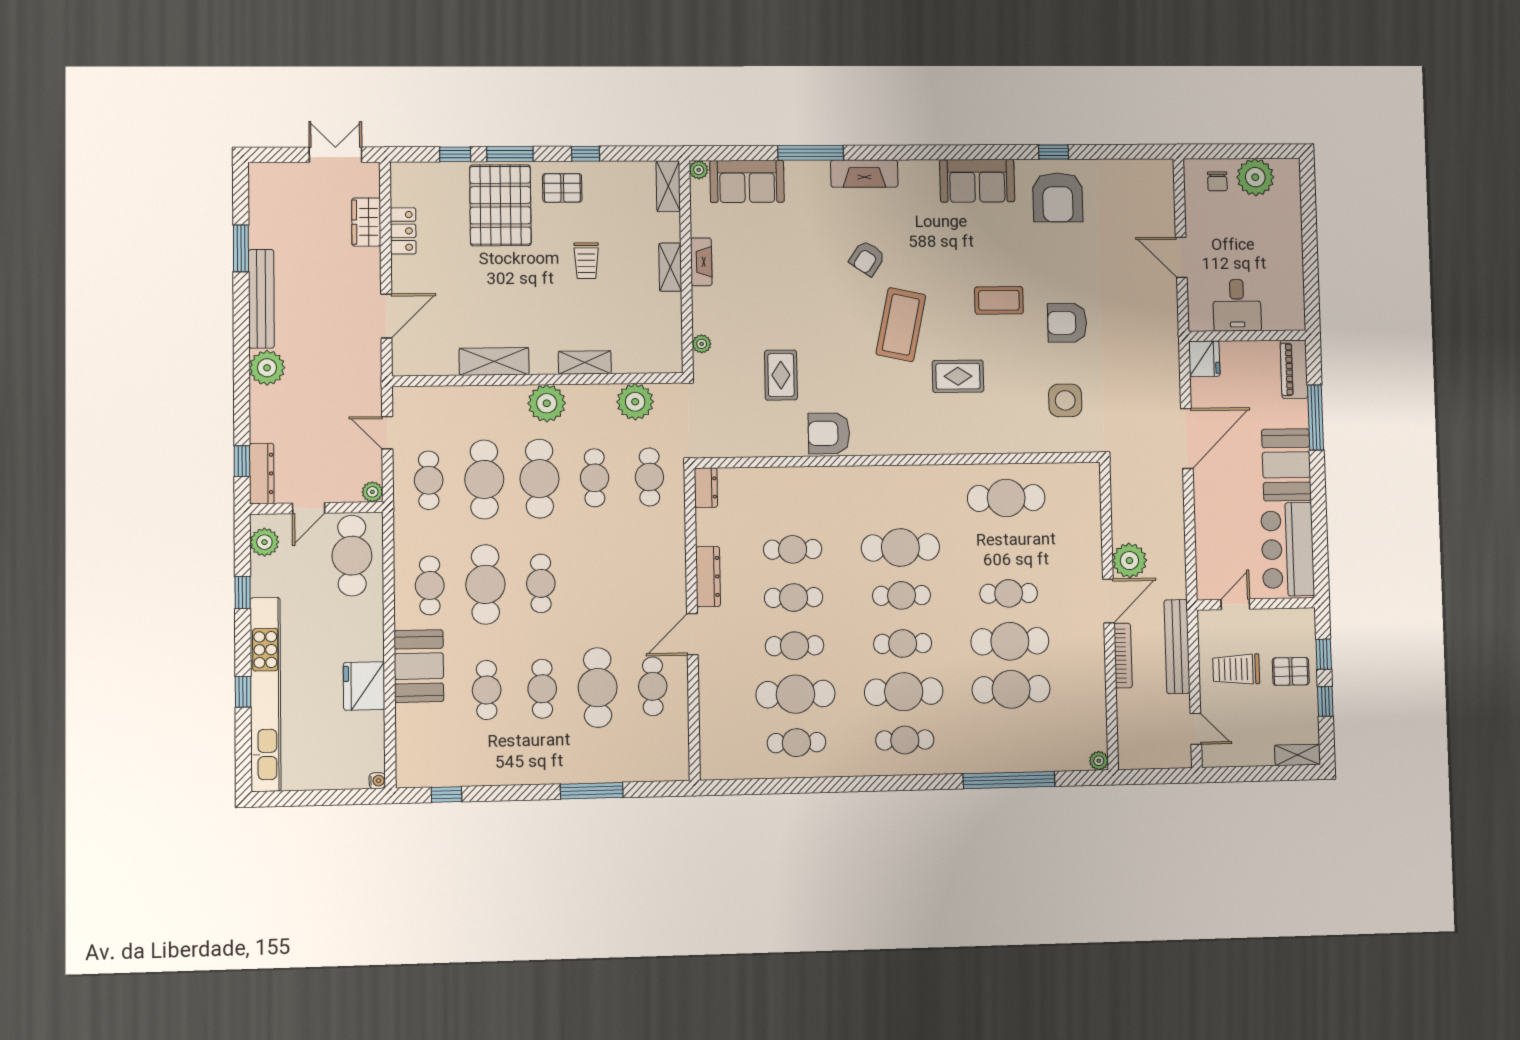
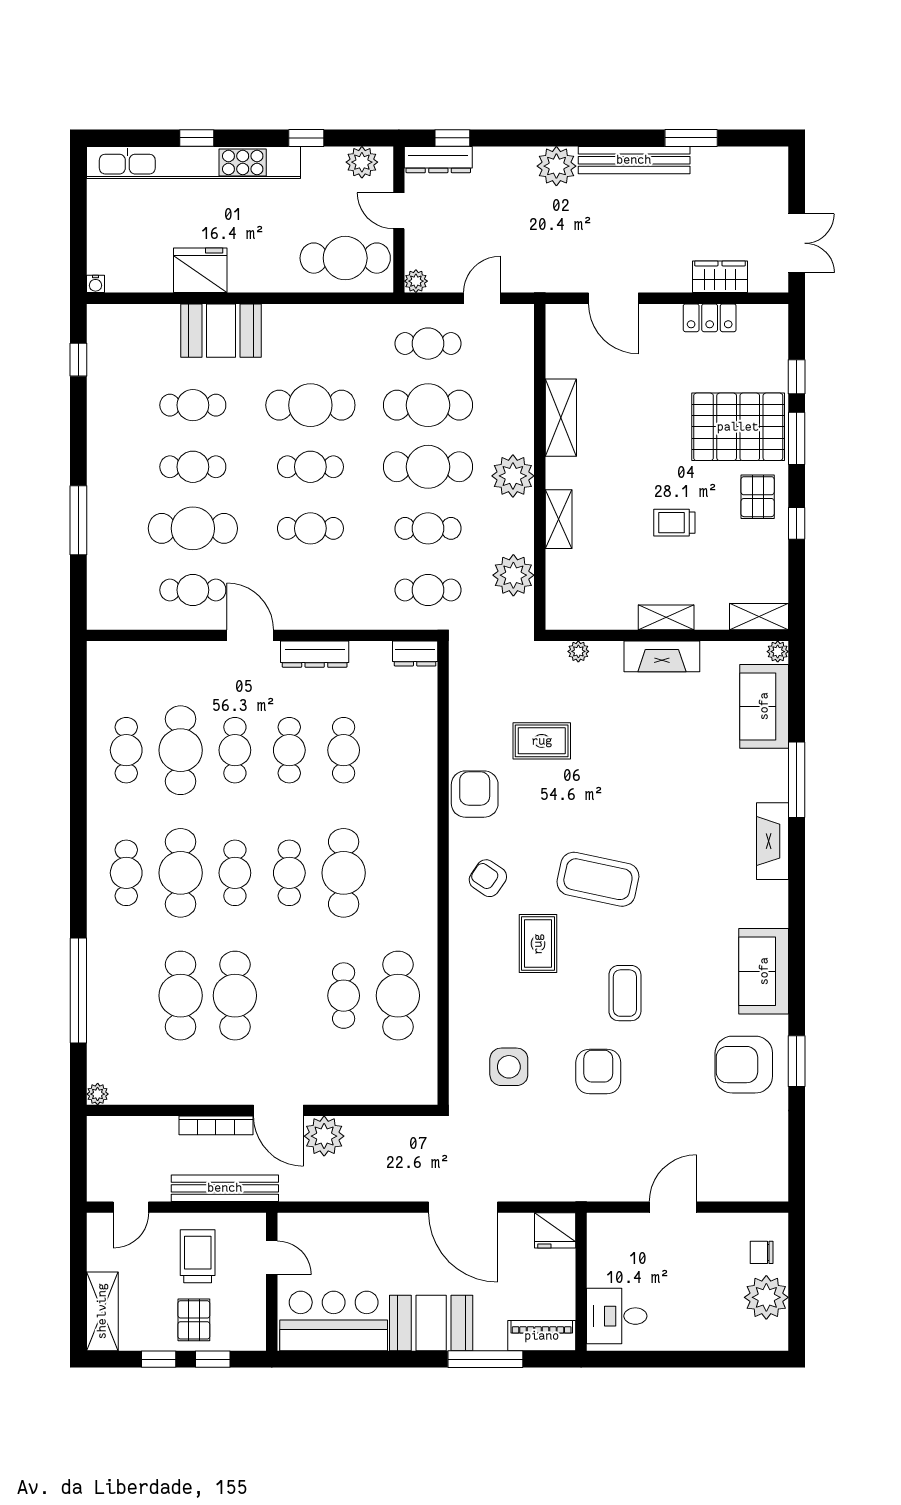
window: (1054, 152) -> (797, 1061), width x1.50
armchair: (867, 258) -> (488, 878), moved
fireplace: (701, 262) -> (662, 656), width x1.37, depth x1.32
desk: (1237, 305) -> (617, 1316), moved
cafe table: (430, 585) -> (310, 528), moved
cafe table: (1009, 593) -> (344, 996), moved
shelving: (1298, 755) -> (102, 1311), width x1.50, depth x1.33

